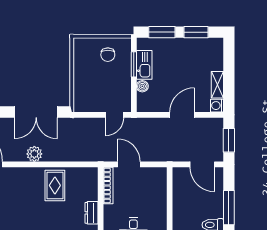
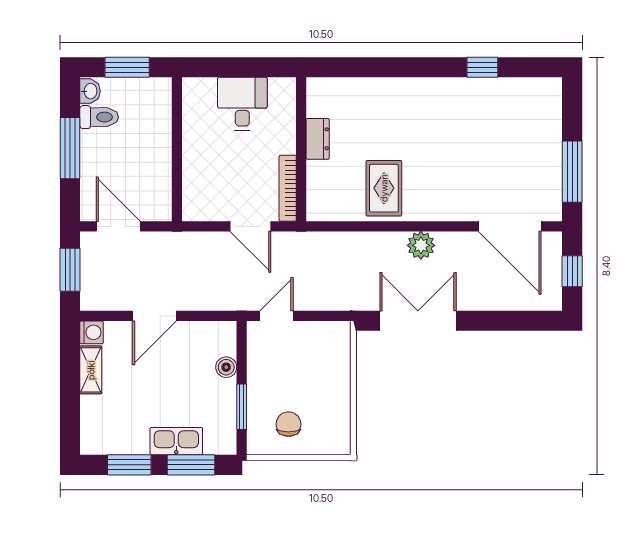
kitchen sink: (144, 65) -> (176, 441), moved, turned 90

